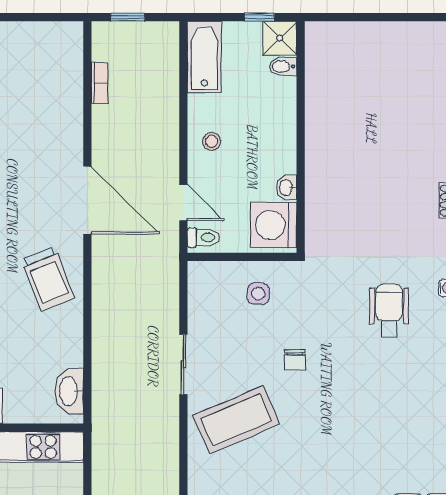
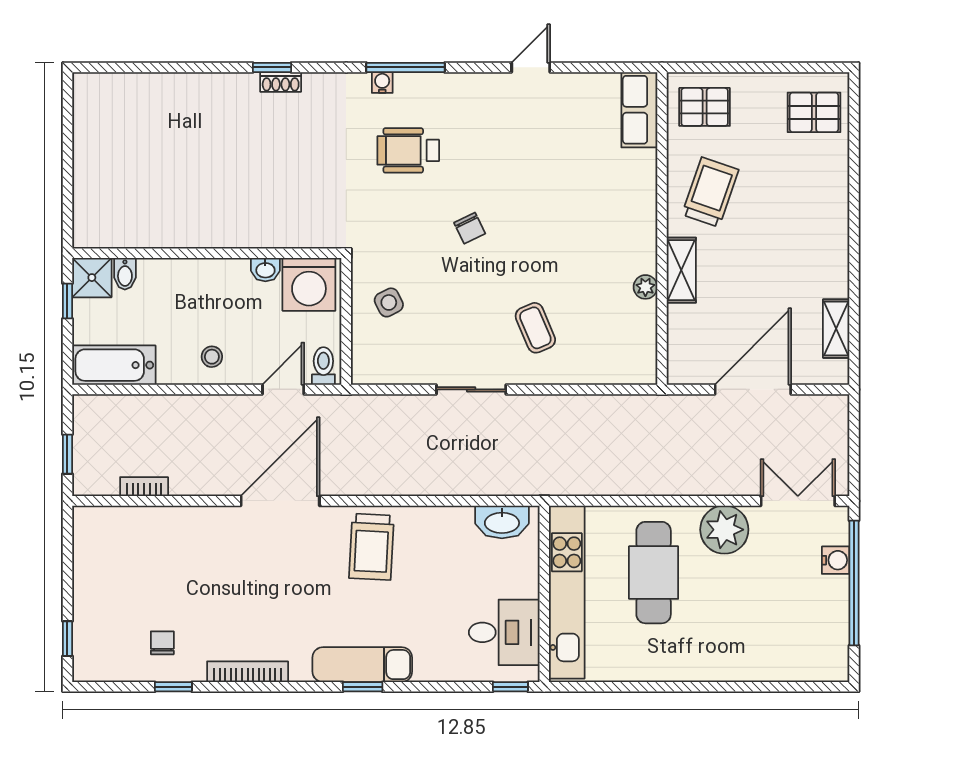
trolley: (48, 279) -> (371, 547), turned 115
side table: (258, 294) -> (389, 302), turned -31
chair: (295, 360) -> (470, 228), moved, turned 64
coffee table: (236, 420) -> (535, 328), width x0.54, depth x0.58

